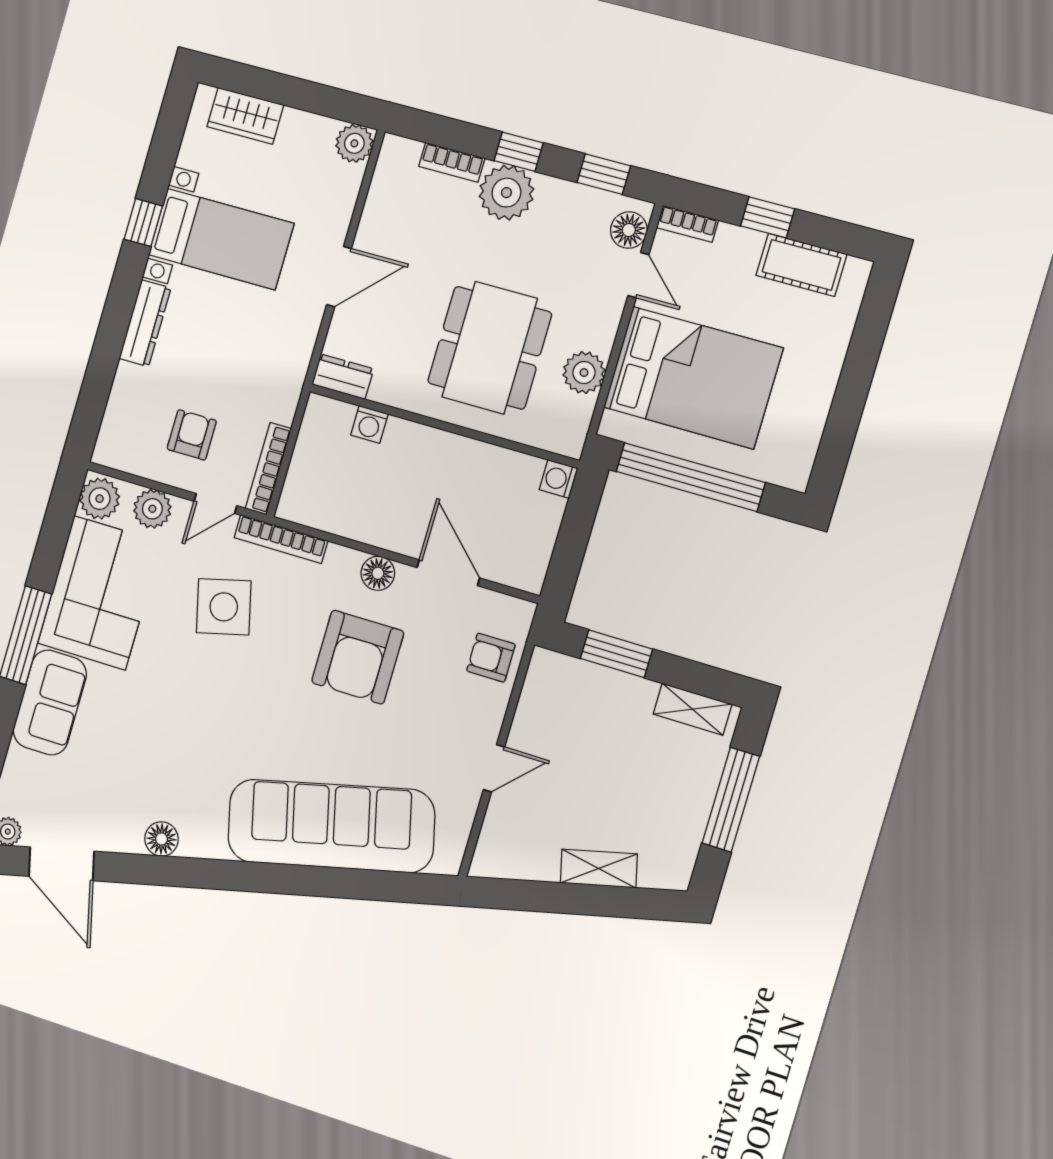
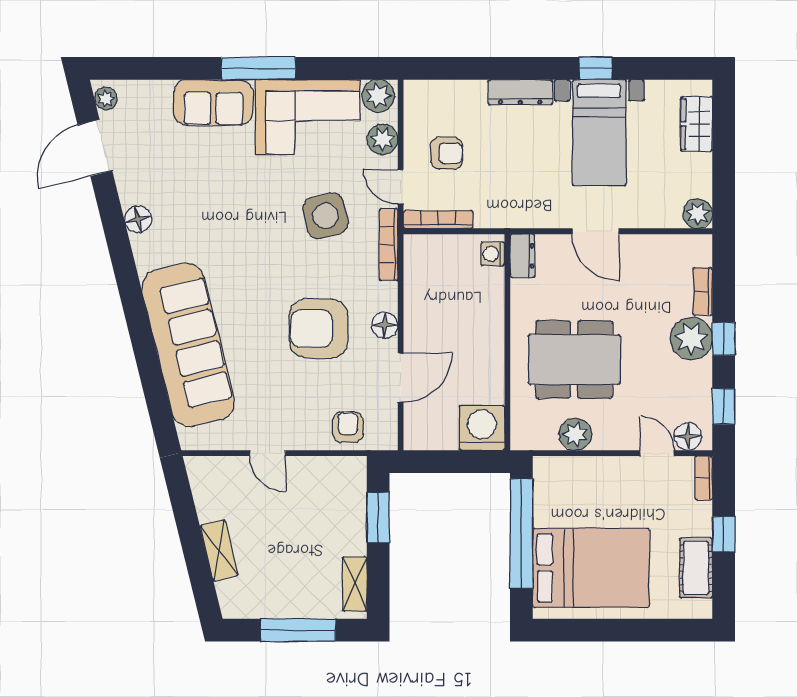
door: (638, 275) -> (657, 453), swing flipped
bed: (693, 378) -> (591, 568), moved, turned -90
washing machine: (369, 424) -> (493, 254), moved
washing machine: (558, 479) -> (482, 428), width x1.89, depth x1.89

